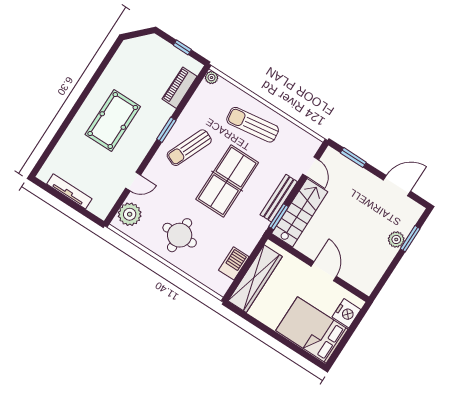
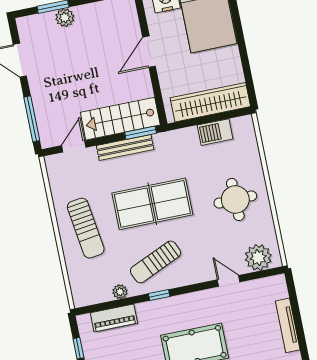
plant: (211, 78) -> (120, 292), moved
window: (166, 130) -> (159, 295), width x0.67
sun lounger: (189, 148) -> (156, 262), turned 133
window: (353, 158) -> (32, 119), width x1.44

